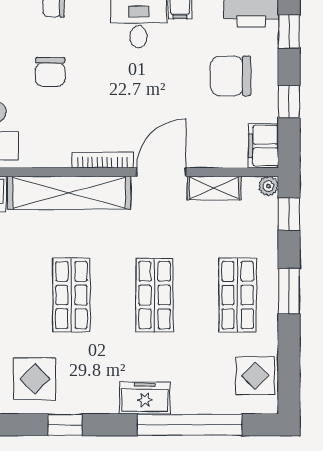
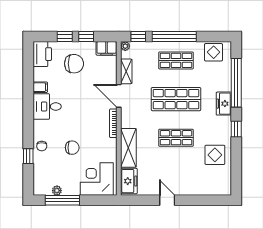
window: (289, 31) -> (65, 37), moved
chair: (231, 76) -> (74, 64), turned -90
shelving: (69, 193) -> (128, 148), width x0.68
window: (289, 291) -> (174, 37), width x2.11
shop shelf: (155, 295) -> (176, 99), width x1.43, depth x1.36
window: (65, 425) -> (236, 129), moved

